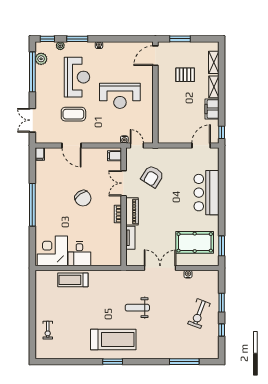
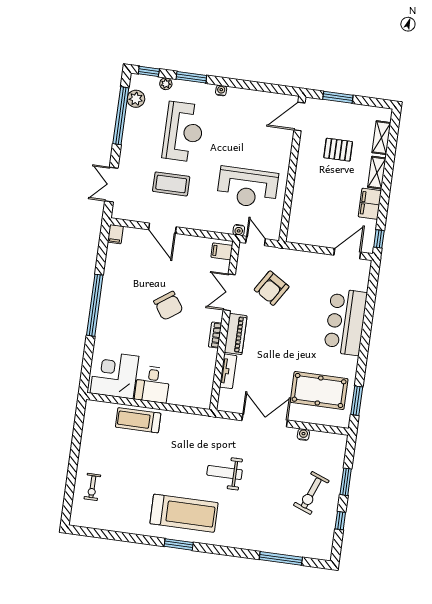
reception desk: (120, 96) -> (247, 187), moved

